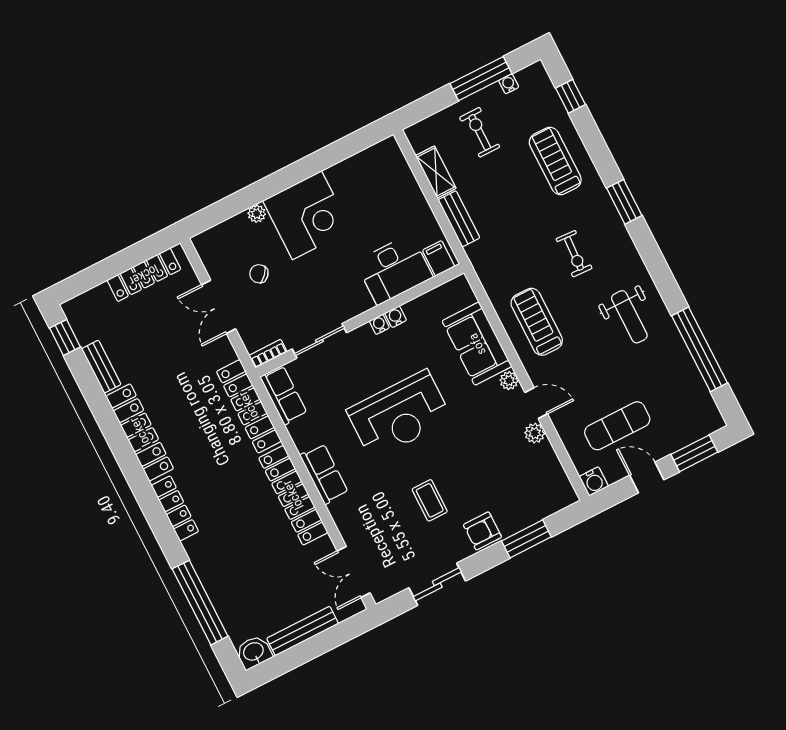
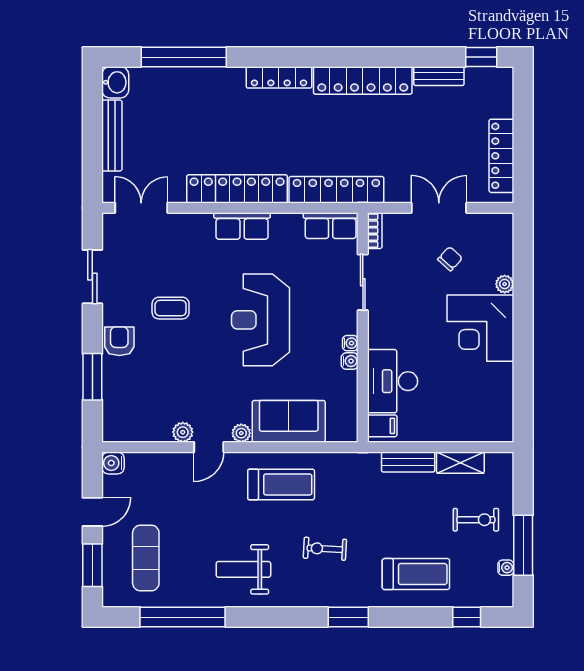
exercise mat: (617, 426) -> (146, 558), moved

